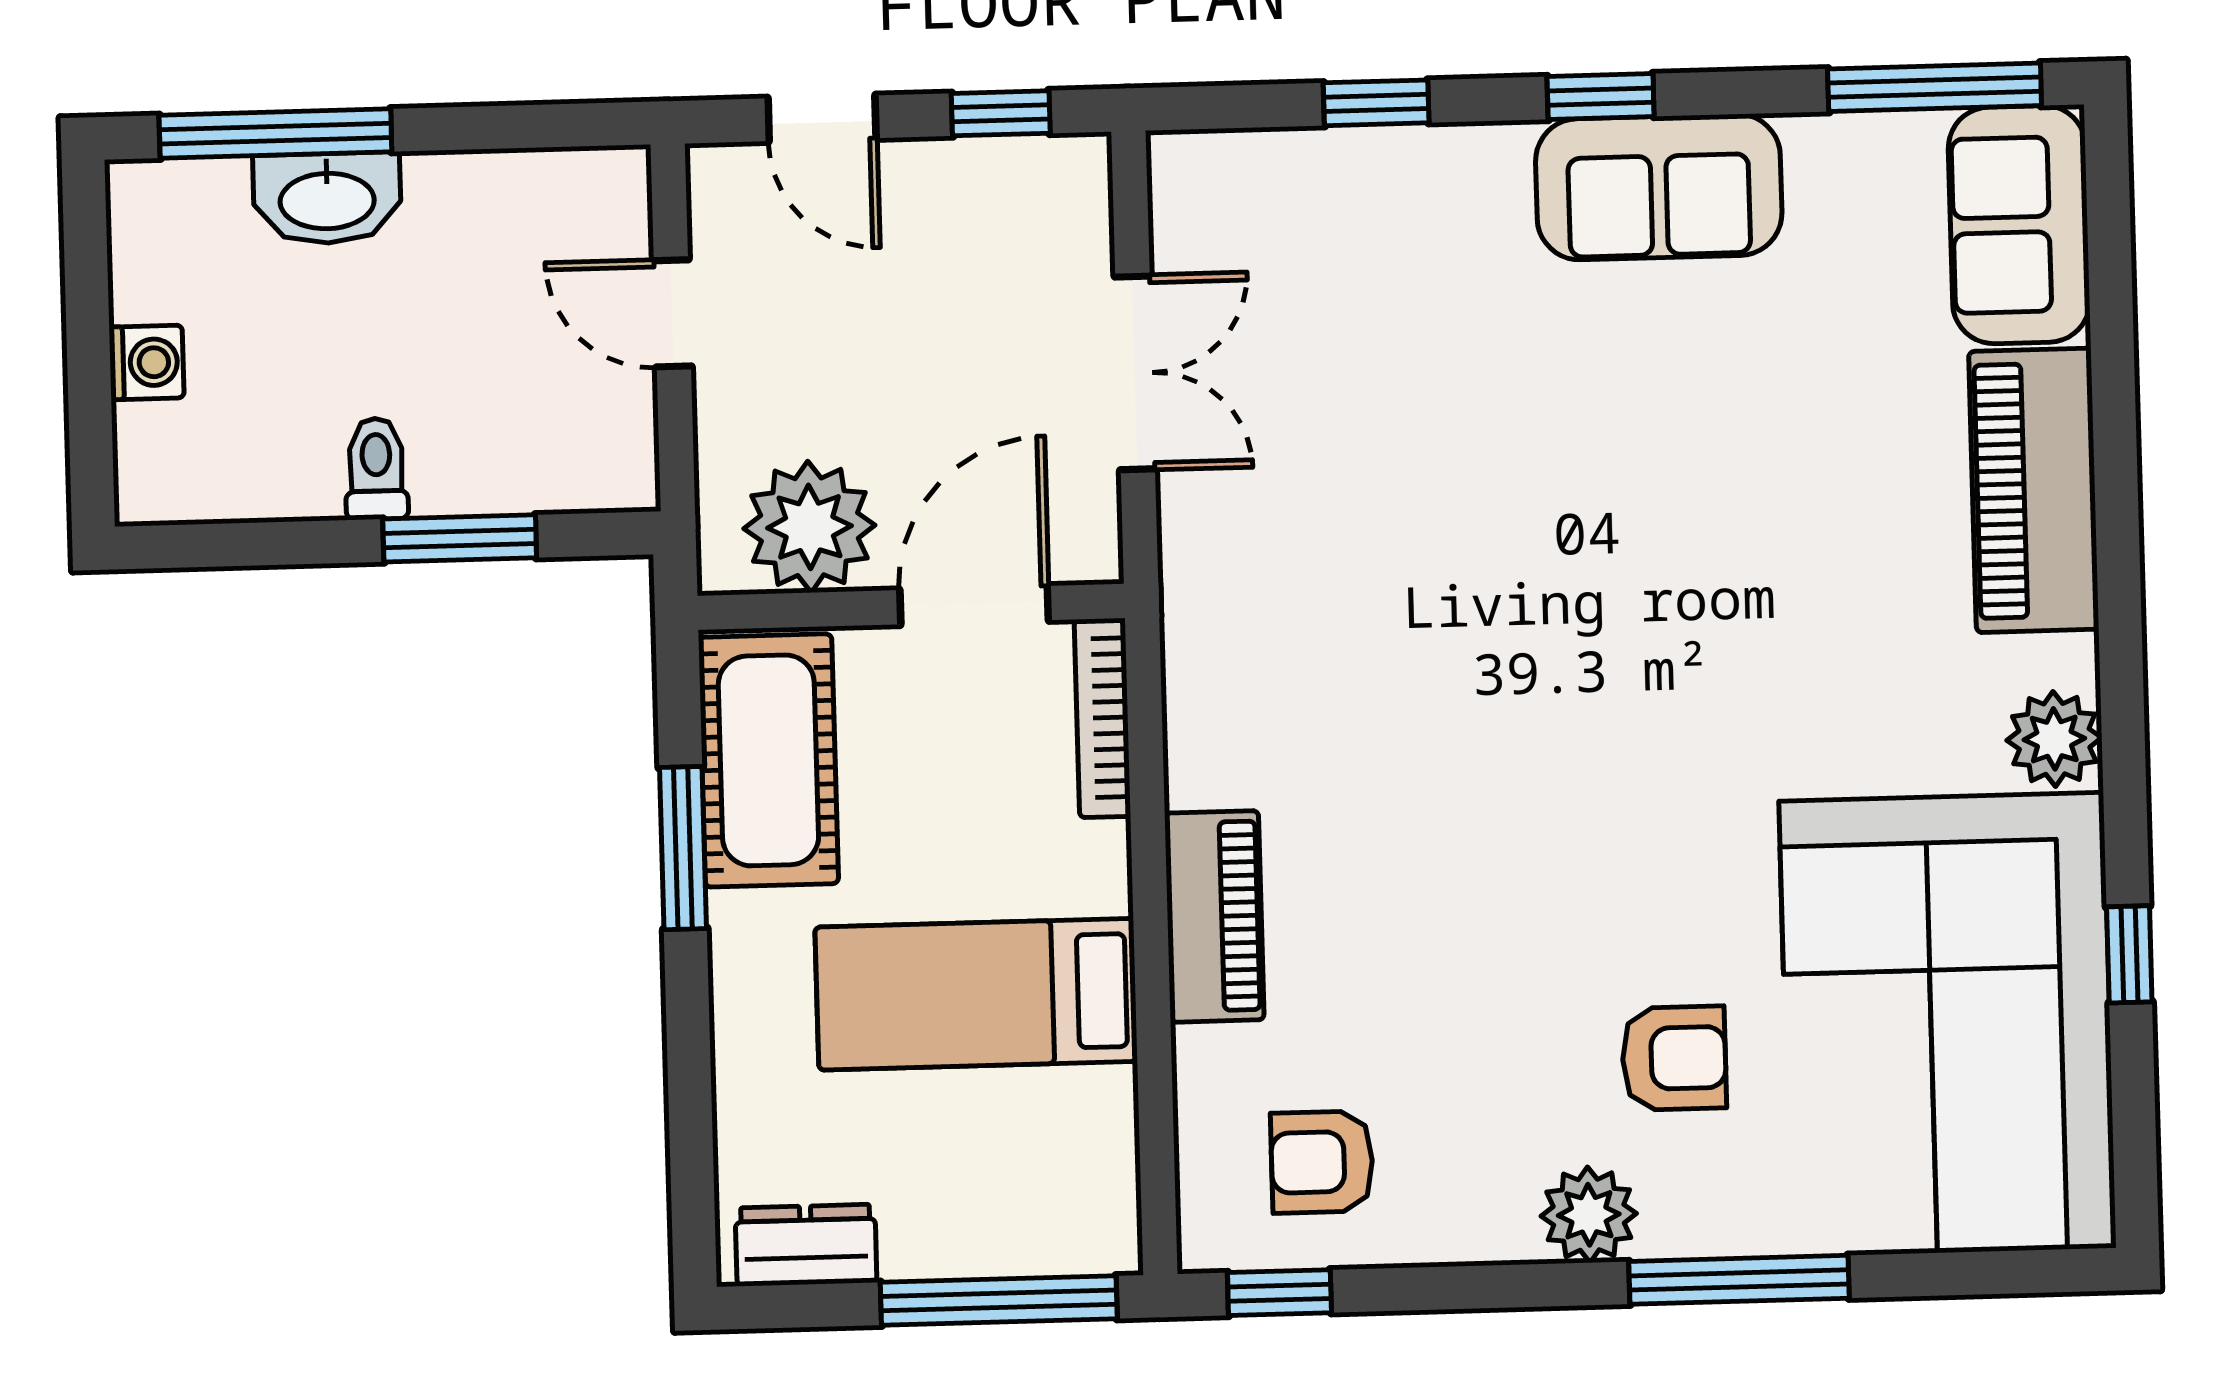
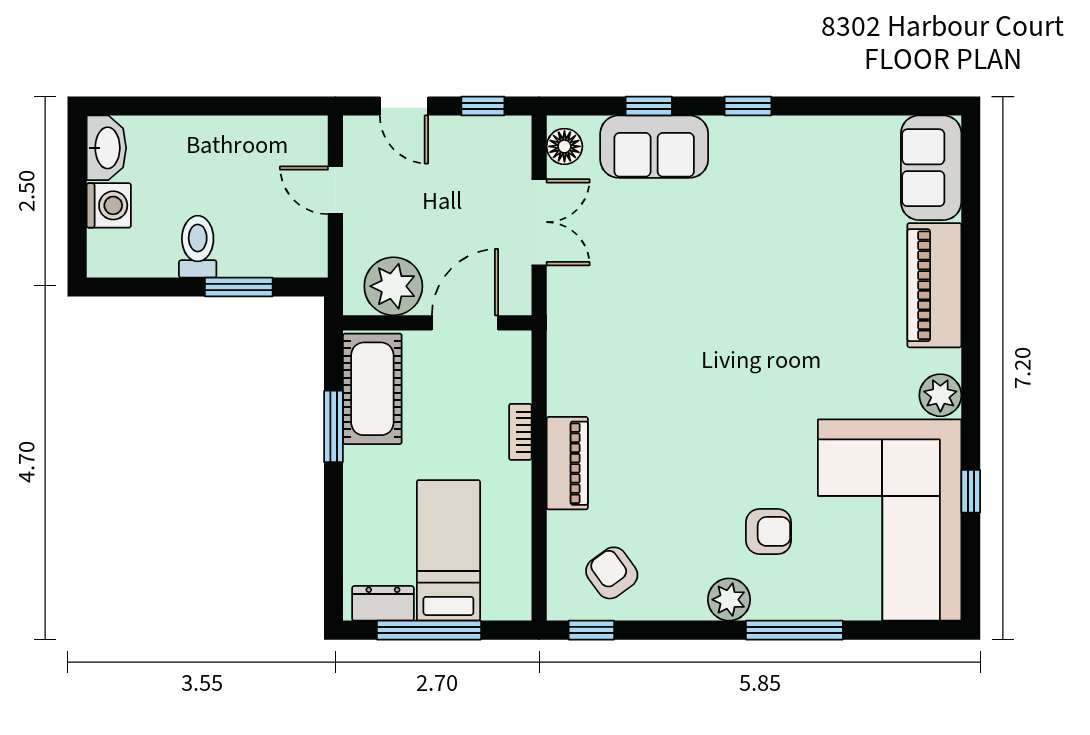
window: (1935, 87) -> (895, 106), removed
window: (275, 134) -> (162, 106), removed
sofa: (1659, 187) -> (654, 147), moved
washbasin: (327, 198) -> (106, 148), moved, turned -90
floor lamp: (1188, 200) -> (564, 146), added
washing machine: (147, 362) -> (109, 205), width x1.38, depth x1.38
toilet: (376, 469) -> (198, 247), width x1.37, depth x1.39
bookcase: (1102, 718) -> (520, 432), moved, width x0.64
bed: (976, 994) -> (448, 550), moved, turned 90
armchair: (1322, 1162) -> (612, 573), turned 54
window: (999, 1300) -> (429, 630), moved

